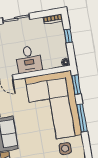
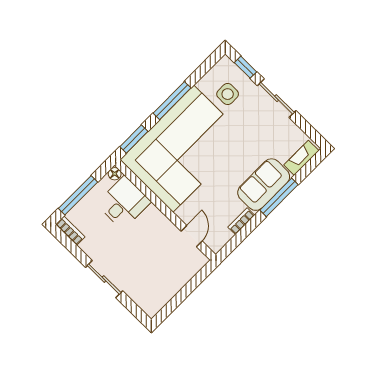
window: (68, 36) -> (78, 195), width x2.17
desk: (29, 59) -> (124, 203), moved

